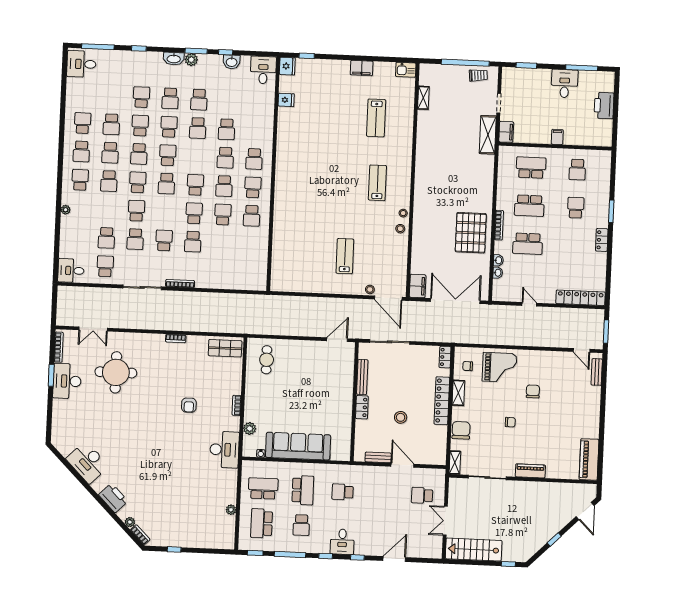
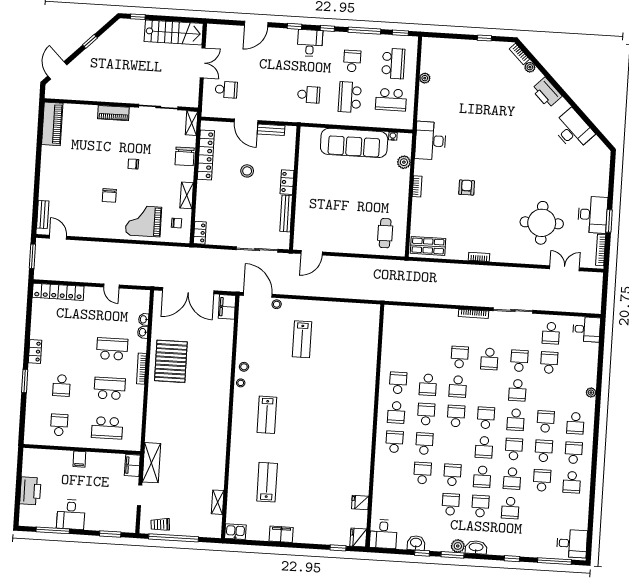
school desk: (195, 185) -> (456, 416), turned 180
locker: (442, 401) -> (206, 155), moved

